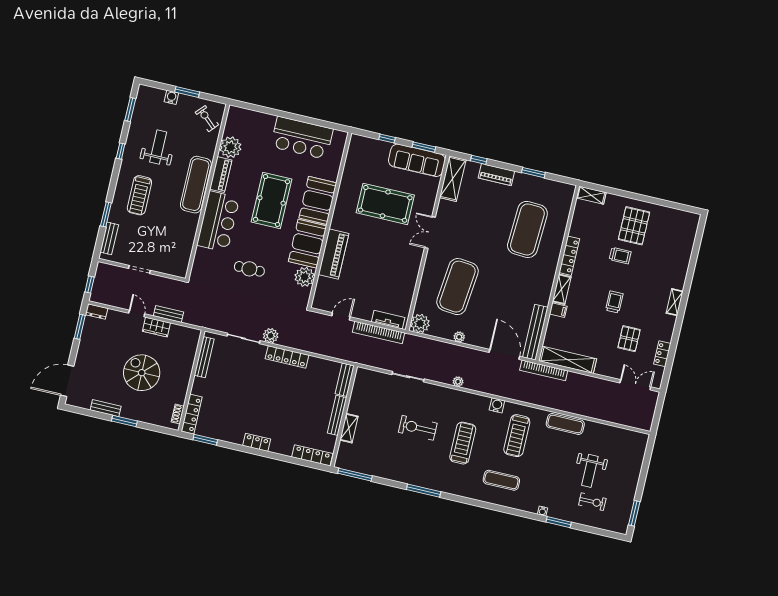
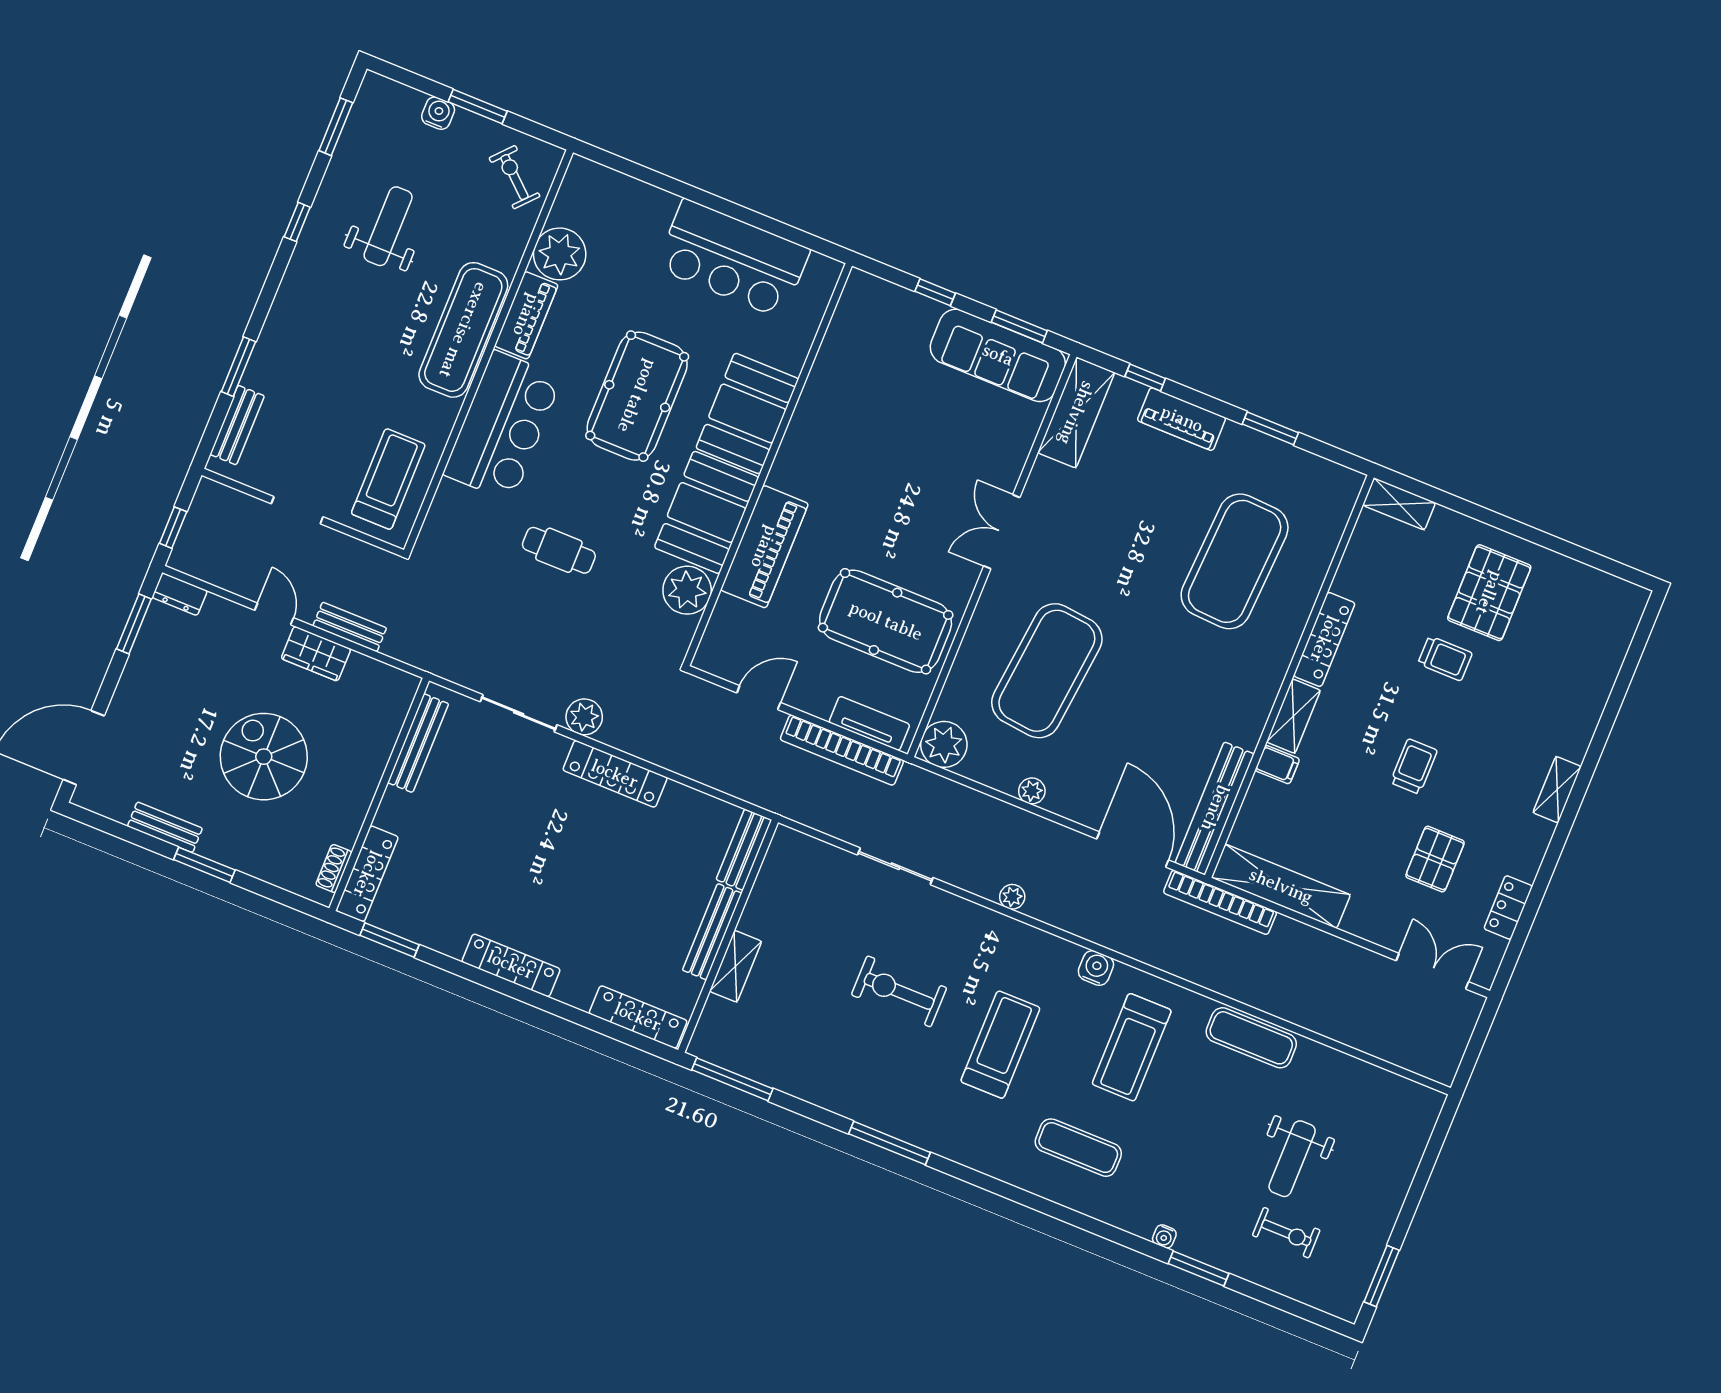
treadmill: (139, 195) -> (388, 479), moved, turned 180
pool table: (385, 204) -> (886, 621), moved
locker: (257, 442) -> (511, 965), width x1.53

